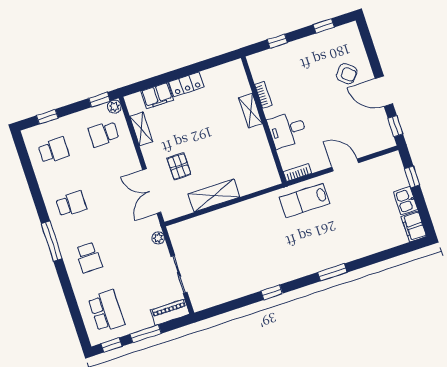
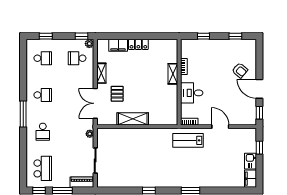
shelving: (141, 129) -> (101, 73), moved

